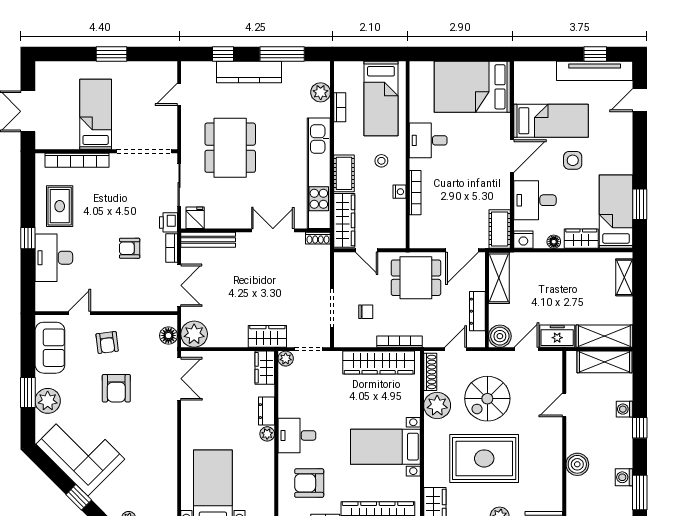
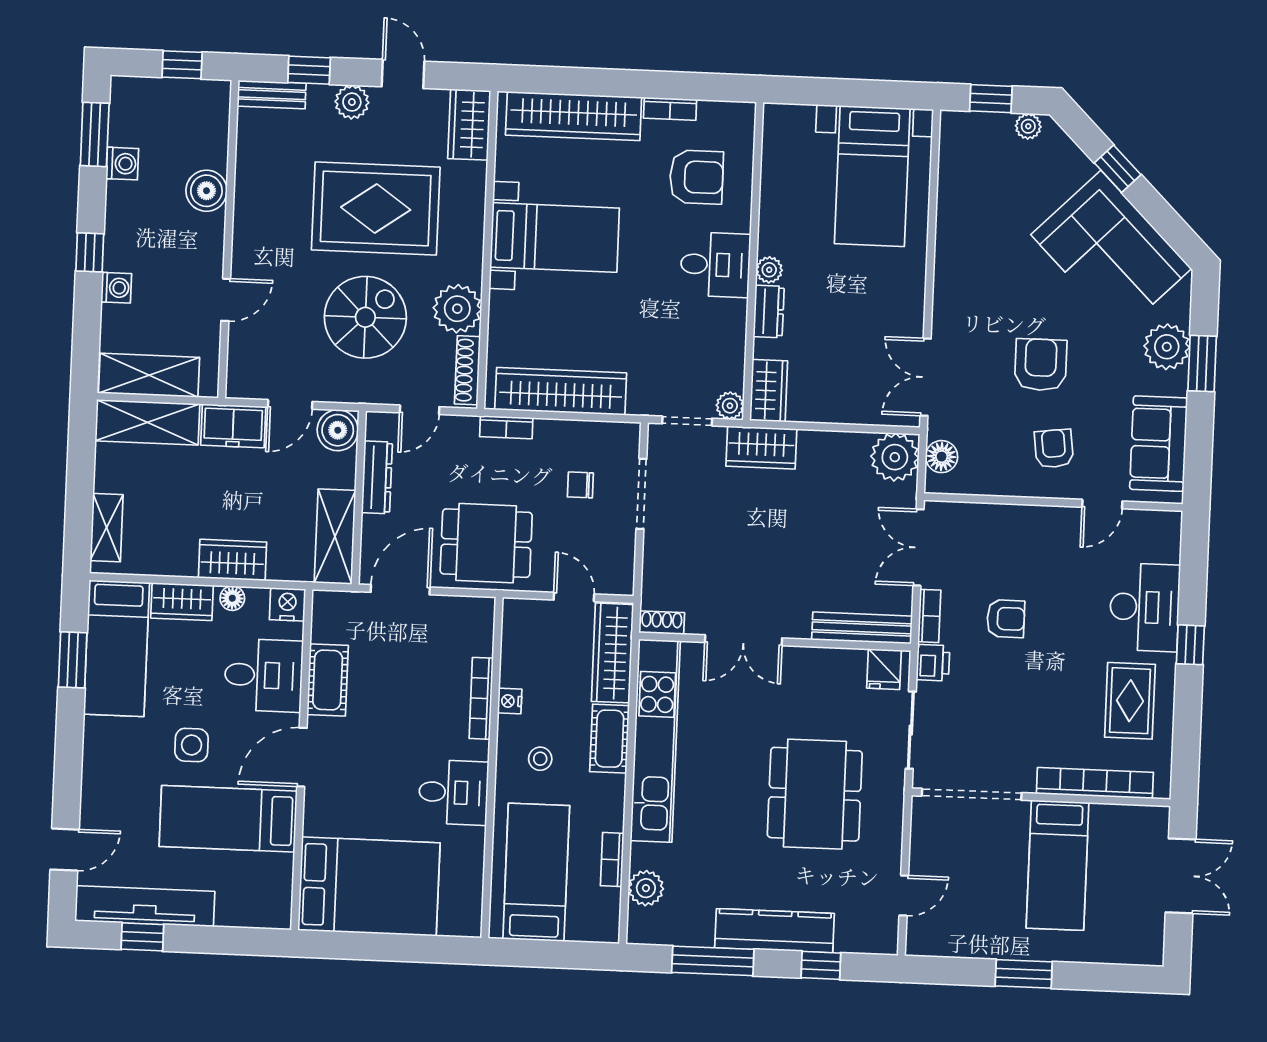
cot: (500, 229) -> (328, 680), moved
wardrobe: (555, 263) -> (232, 560), added
bookcase: (399, 342) -> (506, 427), width x0.64

